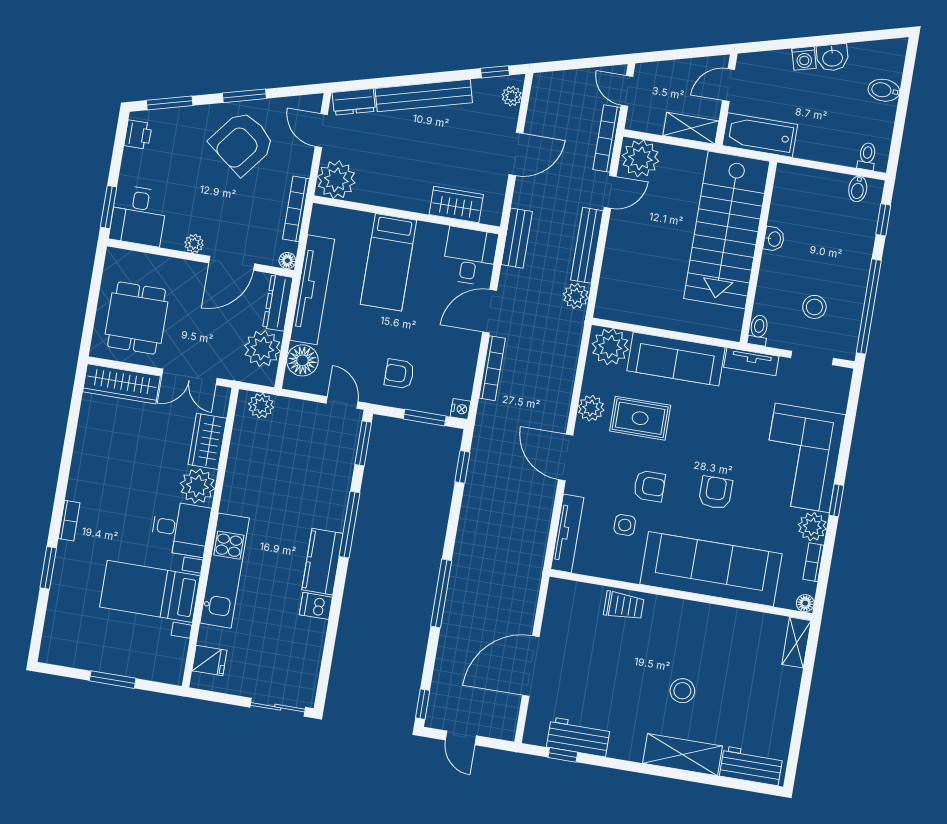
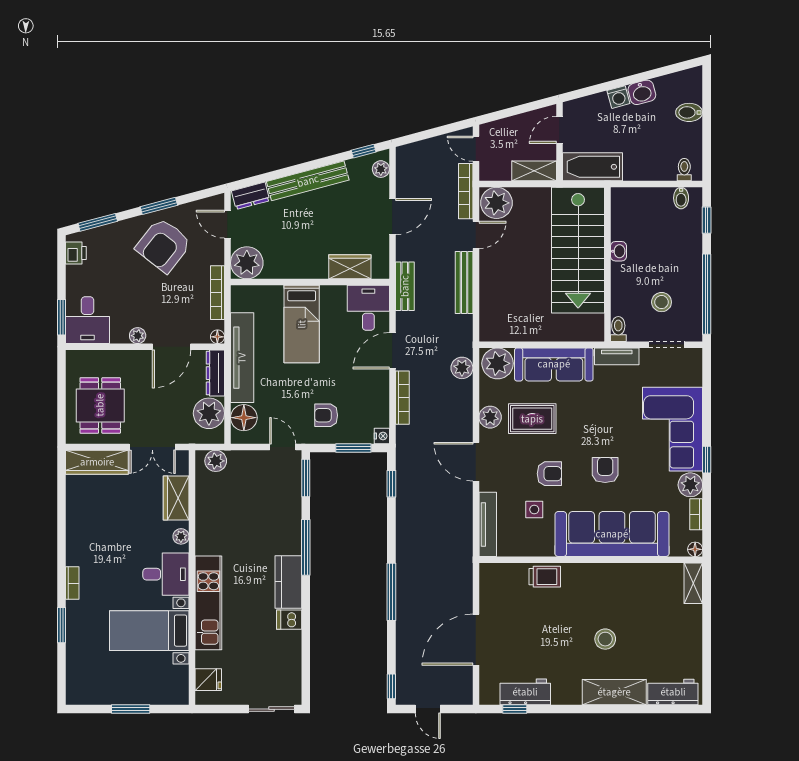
plant: (576, 296) -> (462, 368), moved
plant: (197, 486) -> (181, 536), width x0.53, depth x0.53

